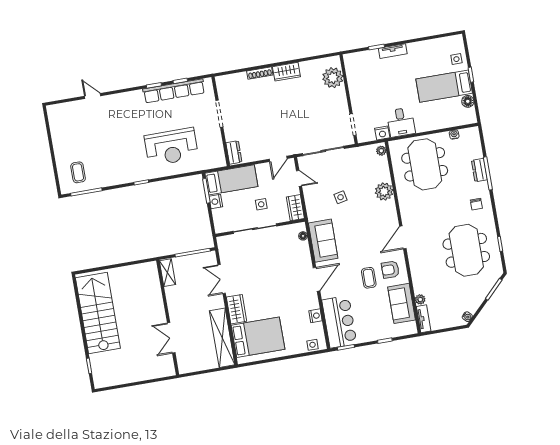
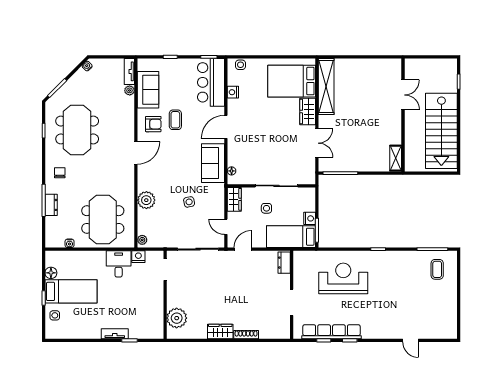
shelving: (168, 273) -> (396, 158), moved
wall: (168, 317) -> (403, 115), moved
double door: (171, 338) -> (403, 95), moved

